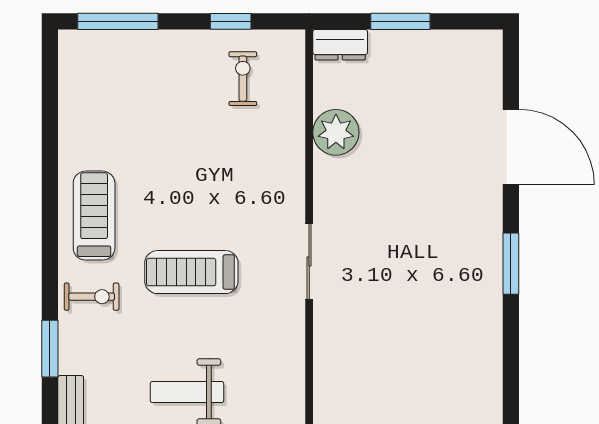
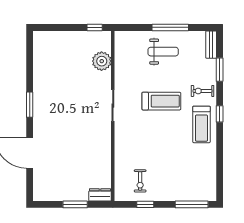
plant: (336, 132) -> (102, 61), moved
window: (50, 241) -> (220, 114), added

